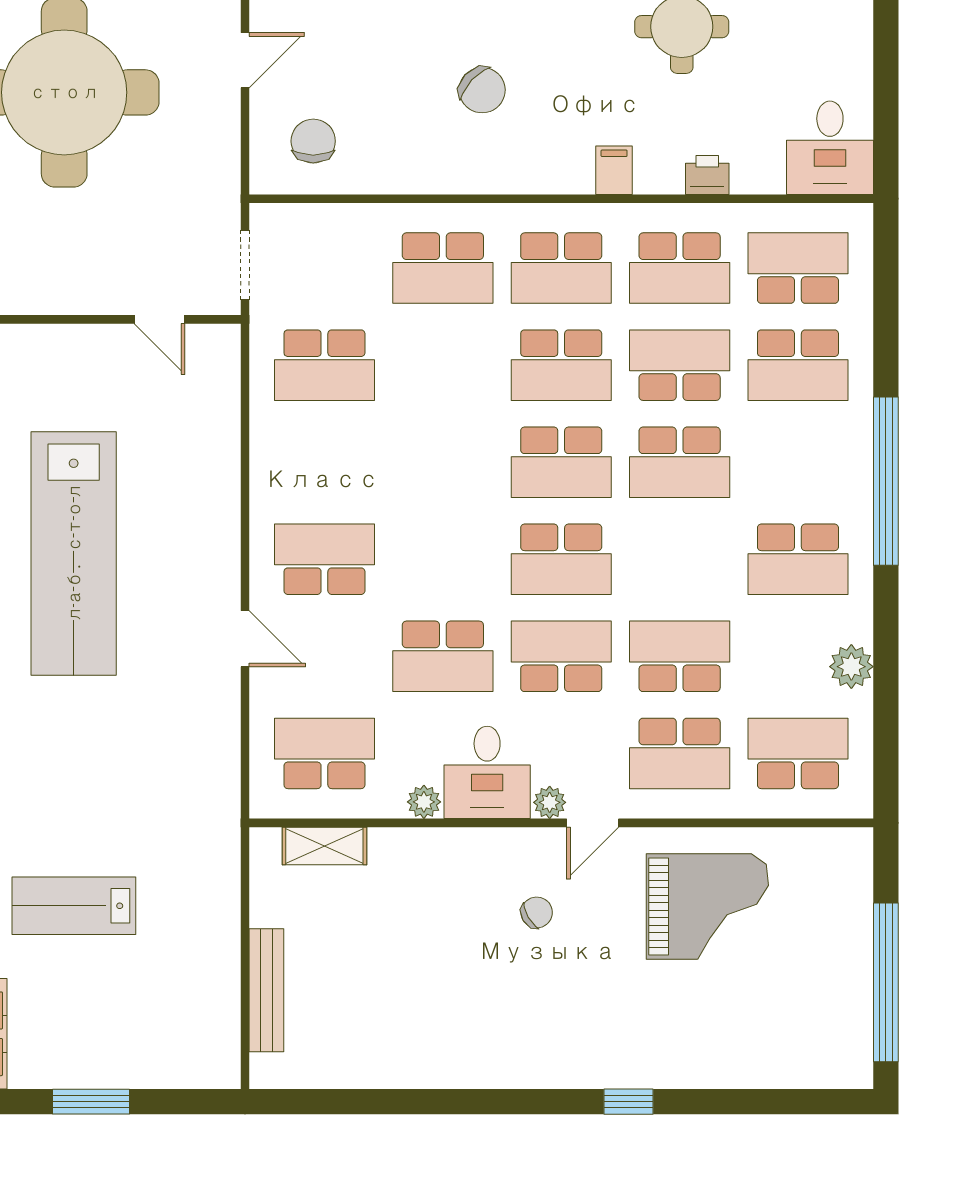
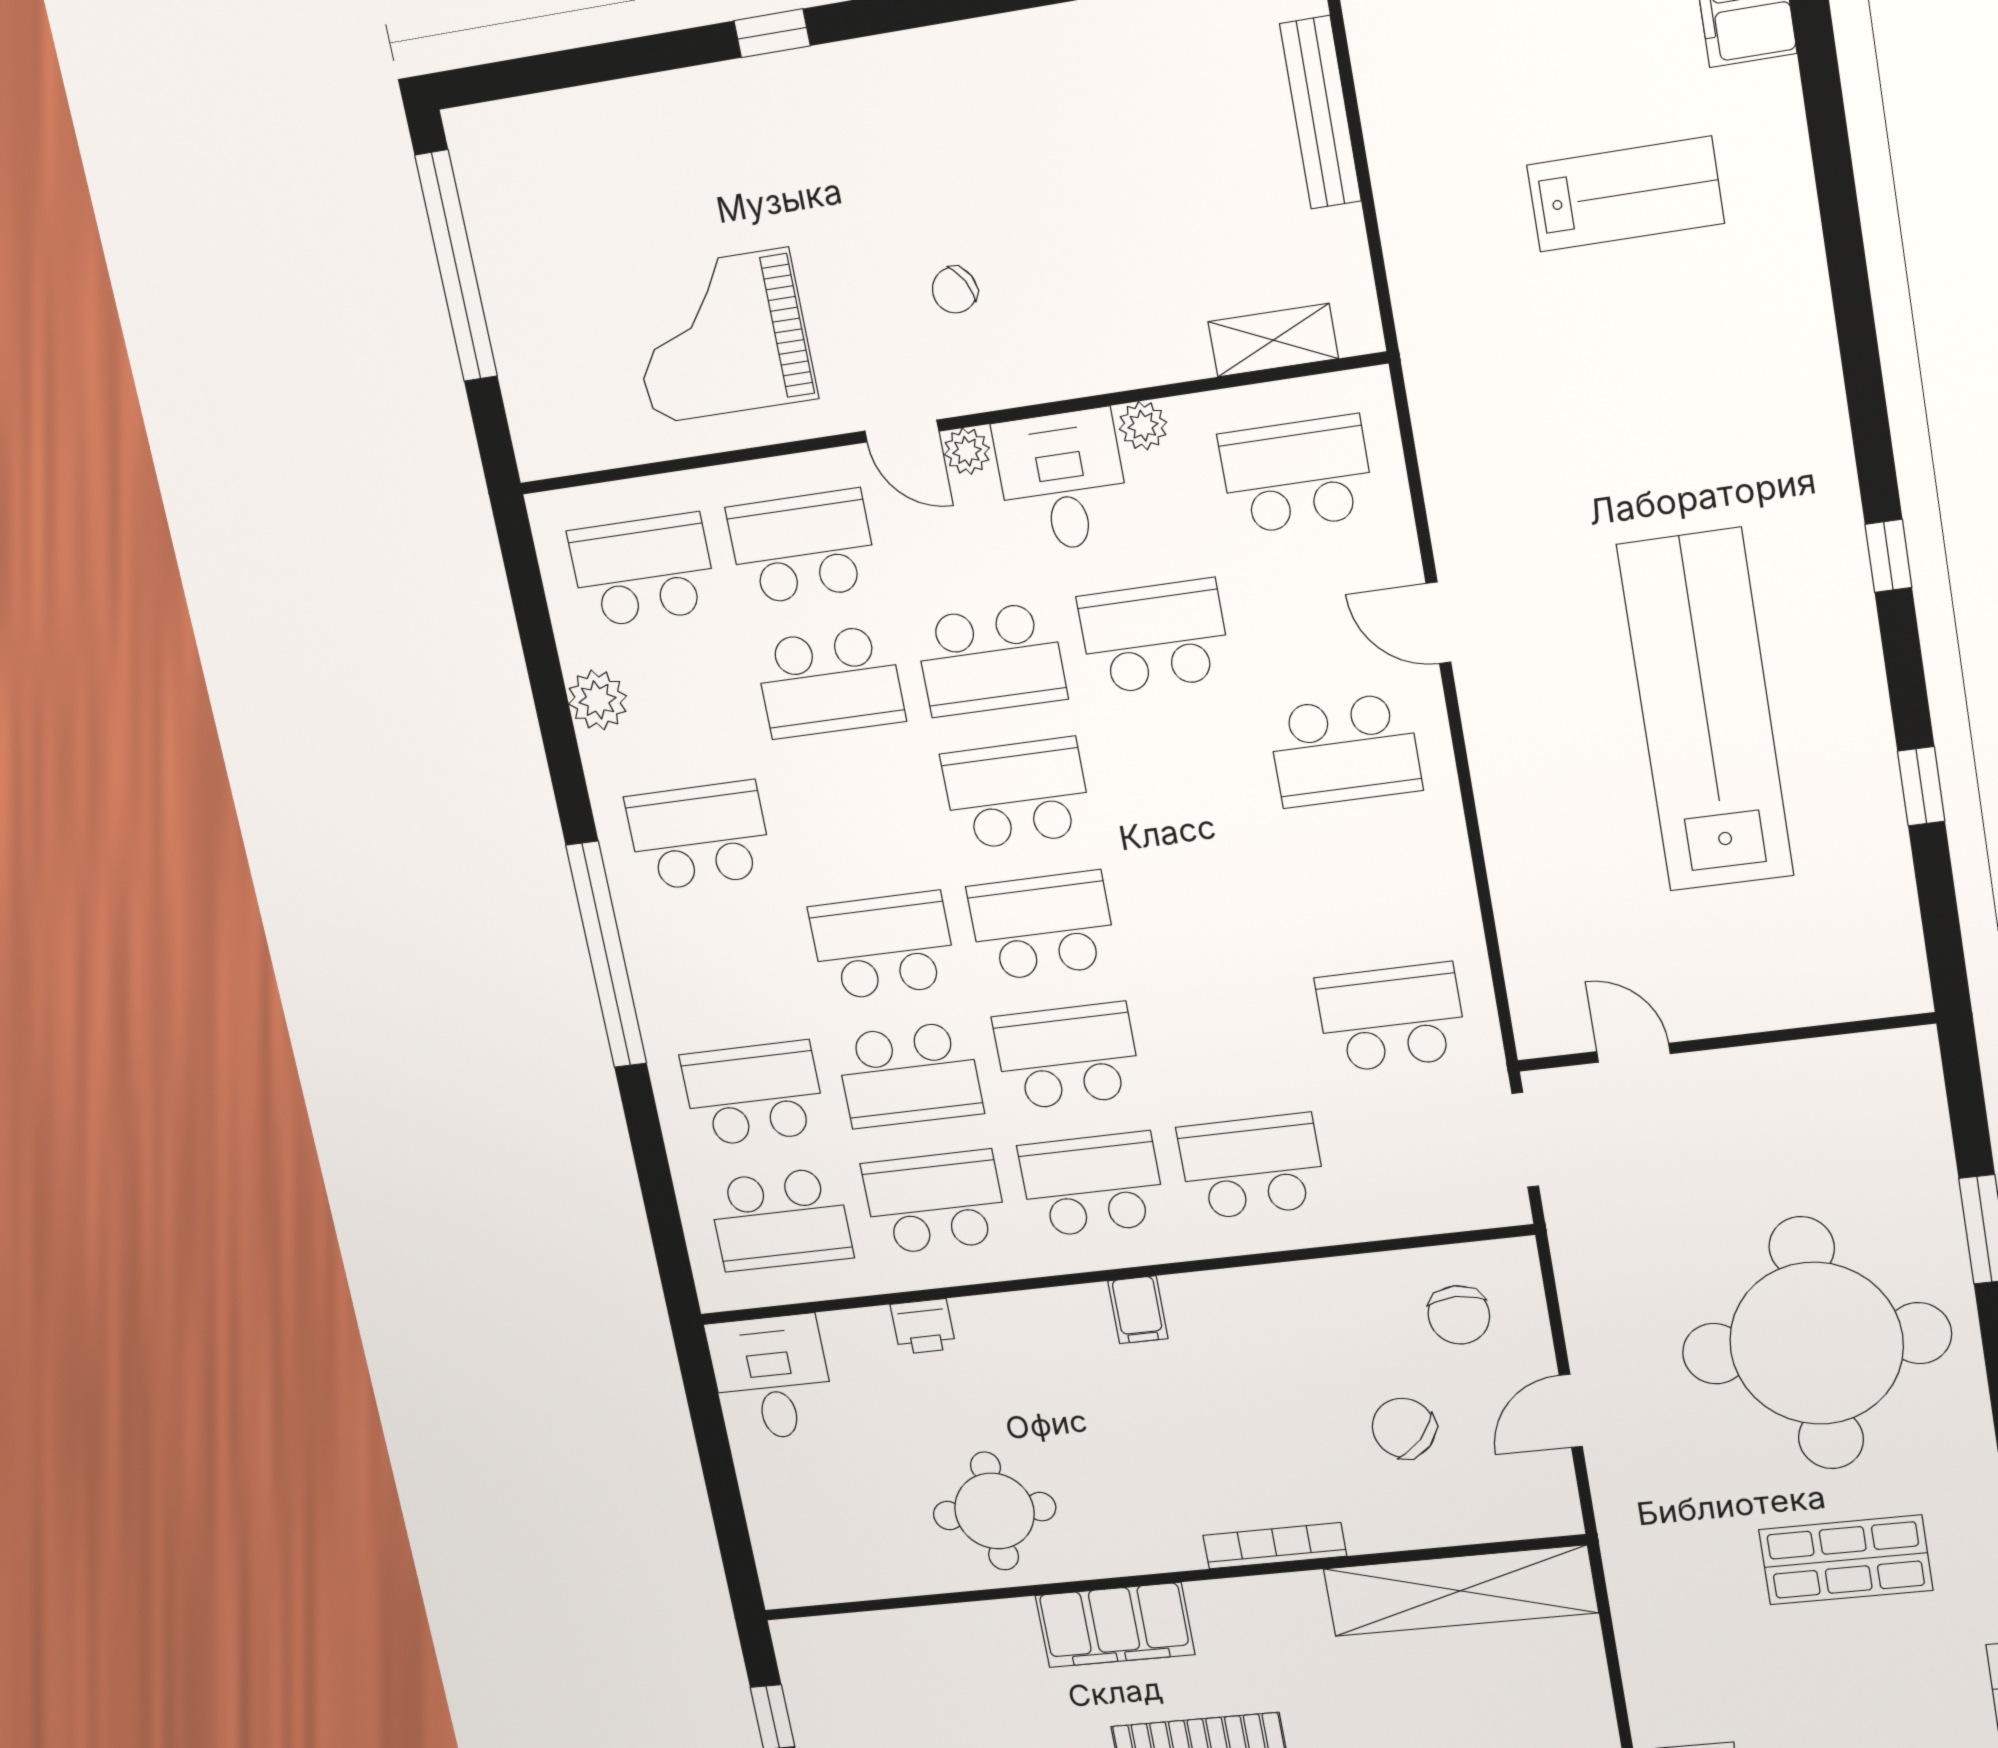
chair: (482, 90) -> (1404, 1428), moved
filing cabinet: (614, 170) -> (1138, 1310), moved
school desk: (324, 753) -> (1297, 475), turned 180
school desk: (798, 753) -> (643, 570), turned 180
door: (593, 823) -> (902, 431), swing flipped

